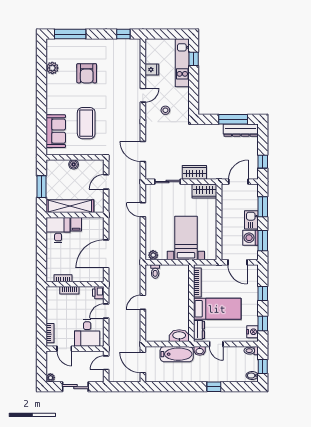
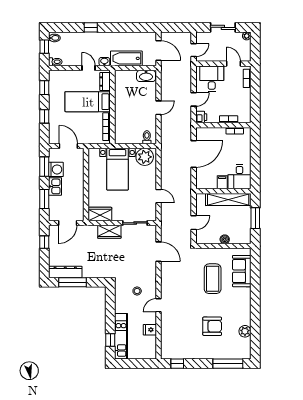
armchair: (87, 73) -> (212, 326), turned 90
plant: (153, 255) -> (145, 157), width x1.88, depth x1.88
nightstand: (253, 332) -> (54, 80), removed
washbasin: (179, 336) -> (146, 76), moved

